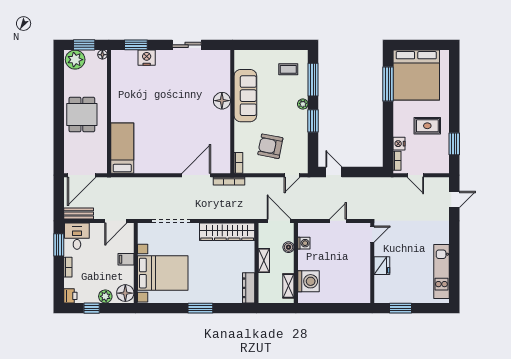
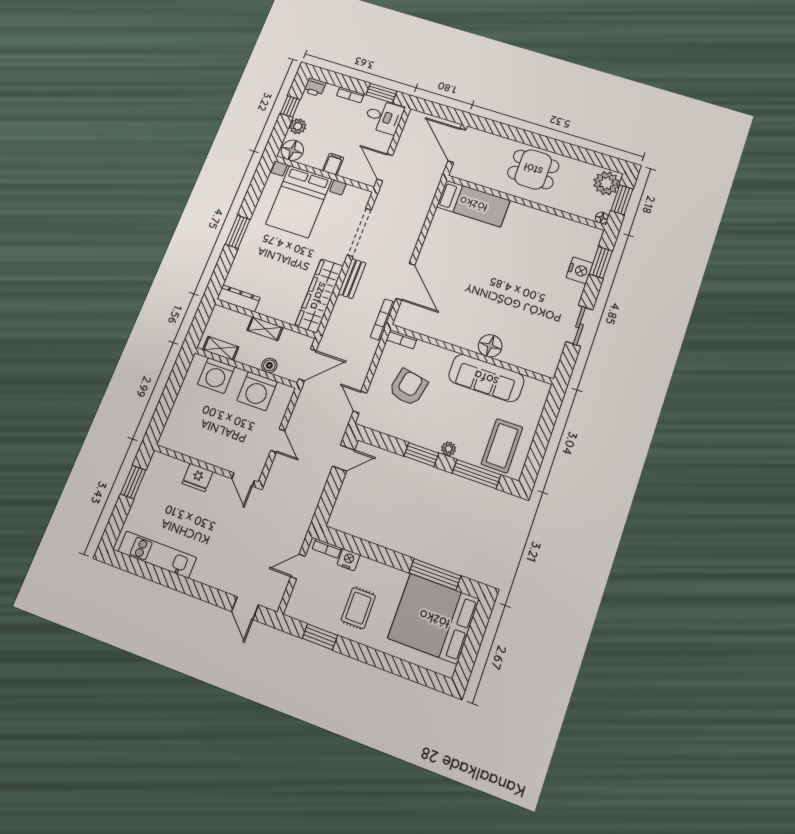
coffee table: (288, 69) -> (502, 446), width x1.86, depth x1.72
bench: (79, 213) -> (352, 278), moved
washing machine: (304, 243) -> (257, 391), width x1.89, depth x1.89

